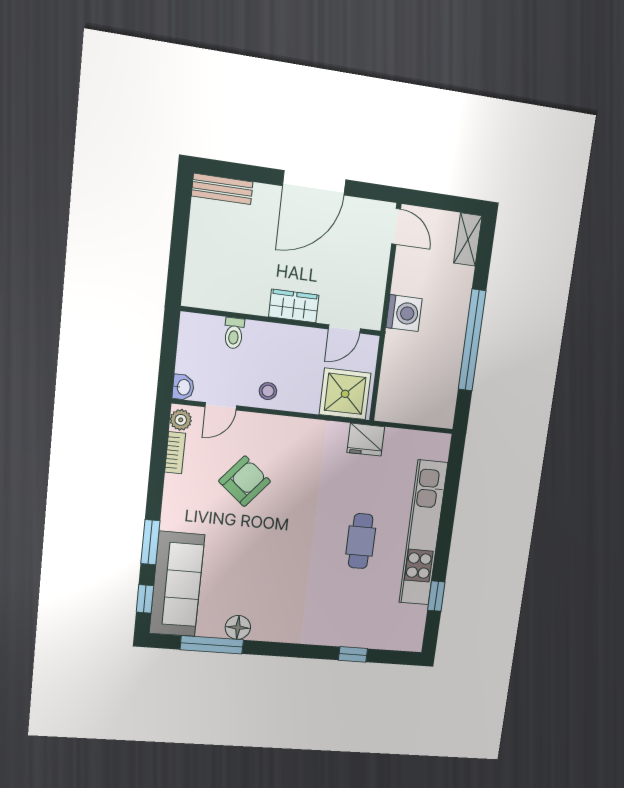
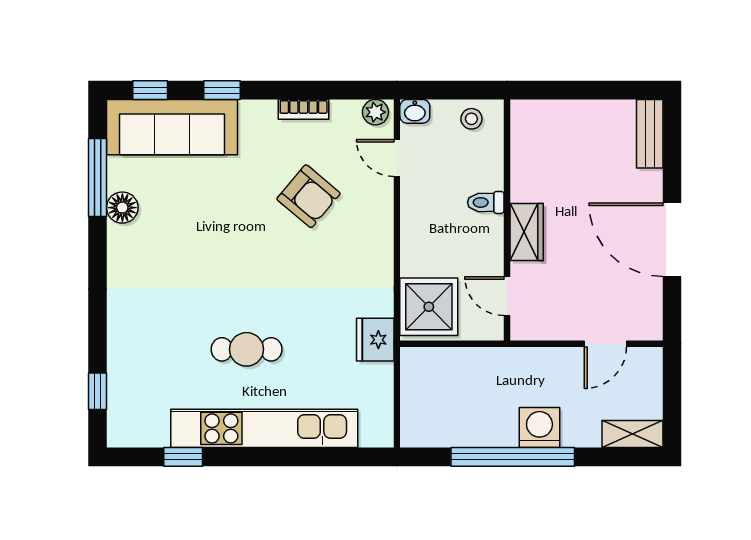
door: (396, 226) -> (605, 344), moved
washing machine: (404, 313) -> (539, 428), moved, turned 180
toilet: (234, 333) -> (486, 202), moved
stool: (268, 391) -> (471, 119), moved
bookcase: (175, 453) -> (304, 109), moved
window: (150, 542) -> (222, 90), width x0.67
window: (353, 654) -> (97, 391), moved

